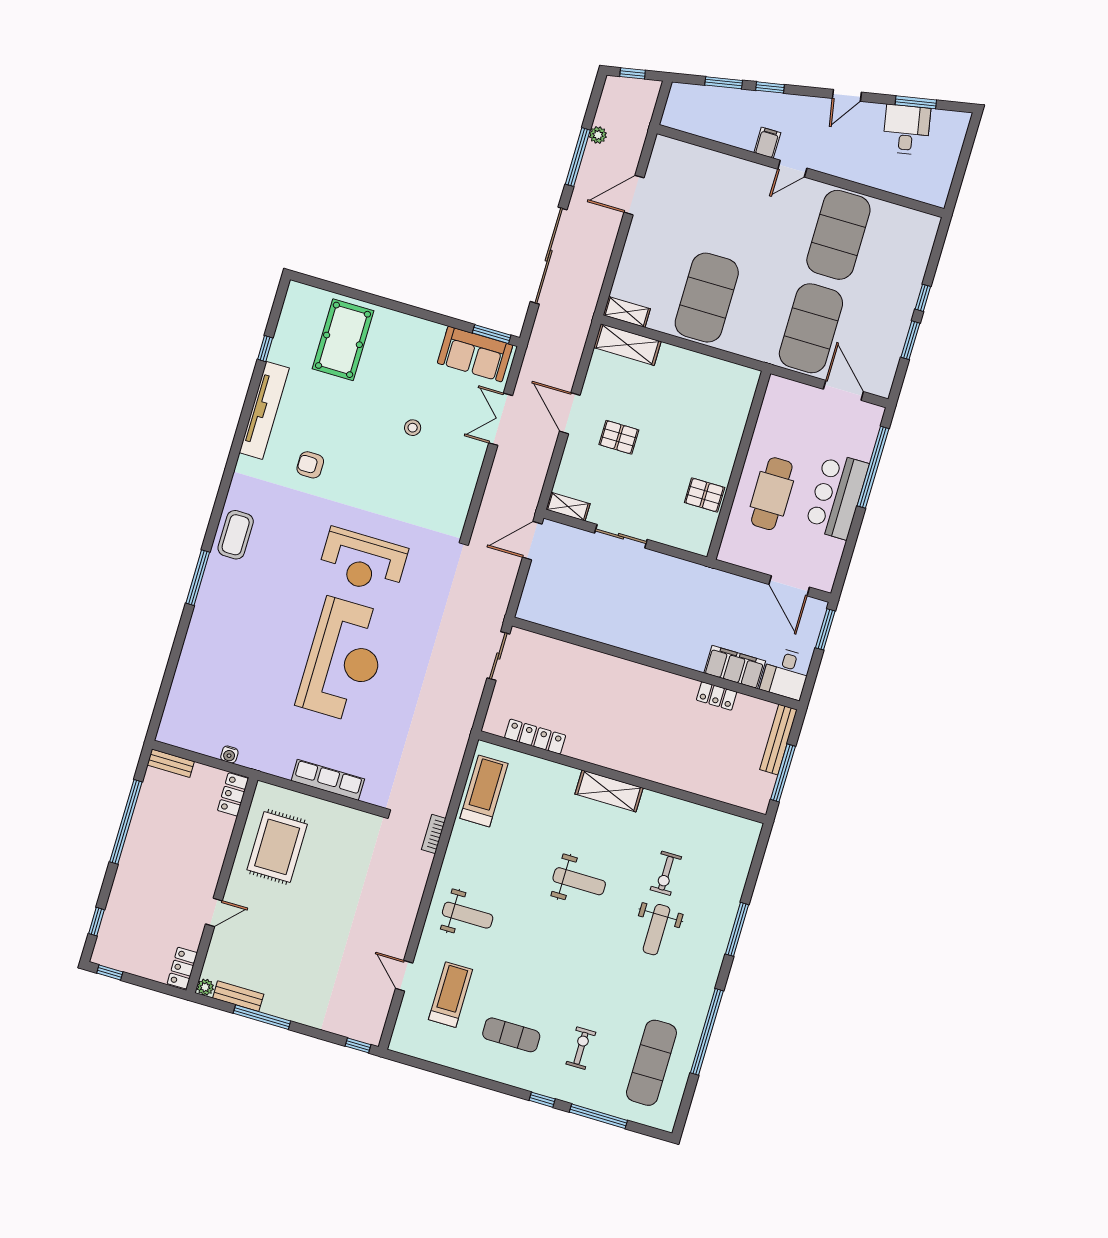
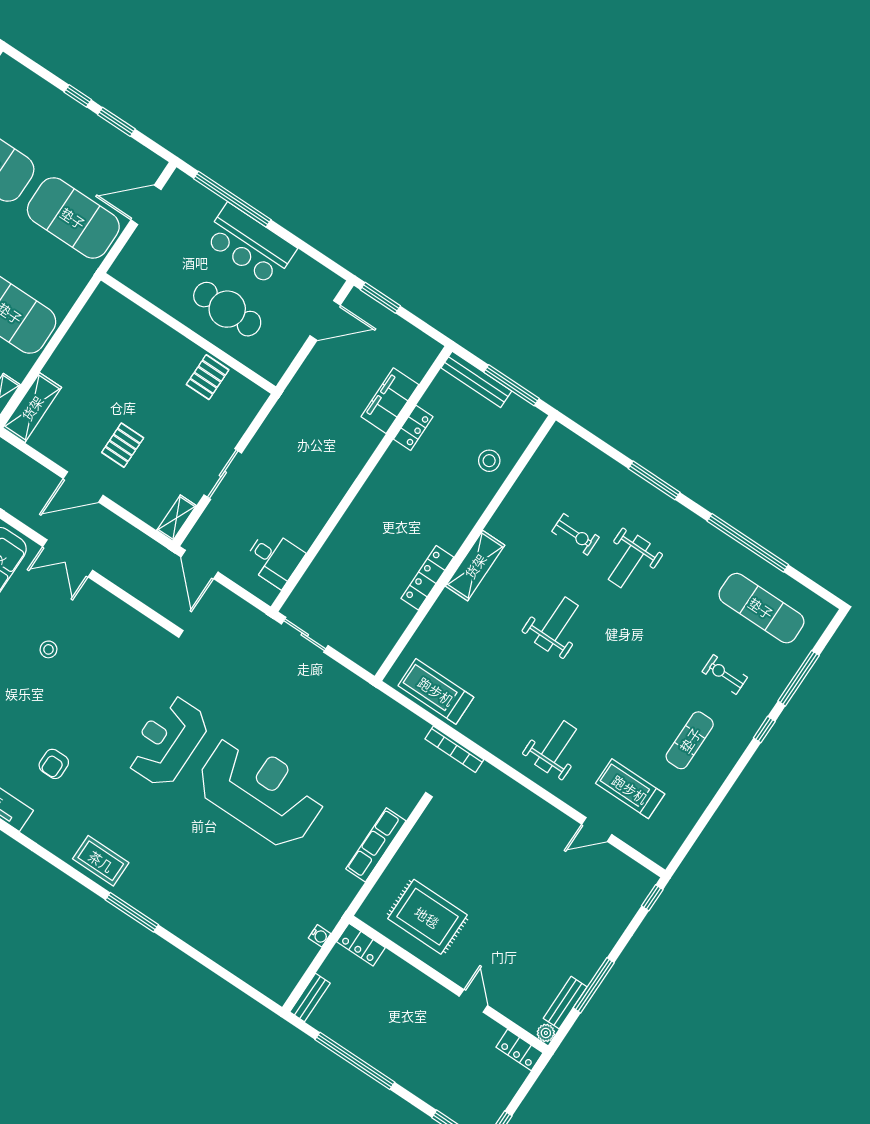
reception desk: (363, 561) -> (167, 741), turned 180
desk: (786, 673) -> (274, 559), moved
locker: (535, 737) -> (427, 578), moved
stool: (708, 774) -> (489, 461), added
bookcase: (434, 834) -> (454, 749), width x1.56
weight bench: (656, 930) -> (629, 561), turned 90

